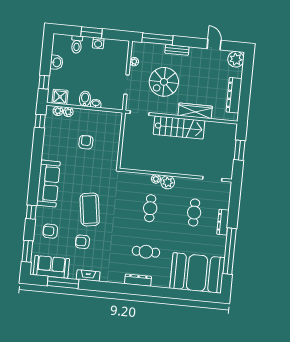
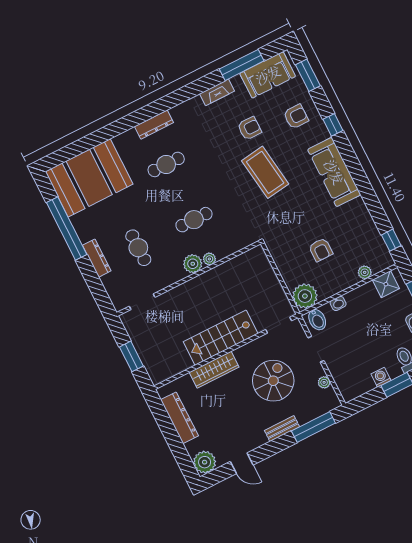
bidet: (85, 99) -> (317, 320), moved
plant: (58, 111) -> (305, 296), moved, width x1.88, depth x1.88
cafe table: (150, 208) -> (194, 220), turned 90

